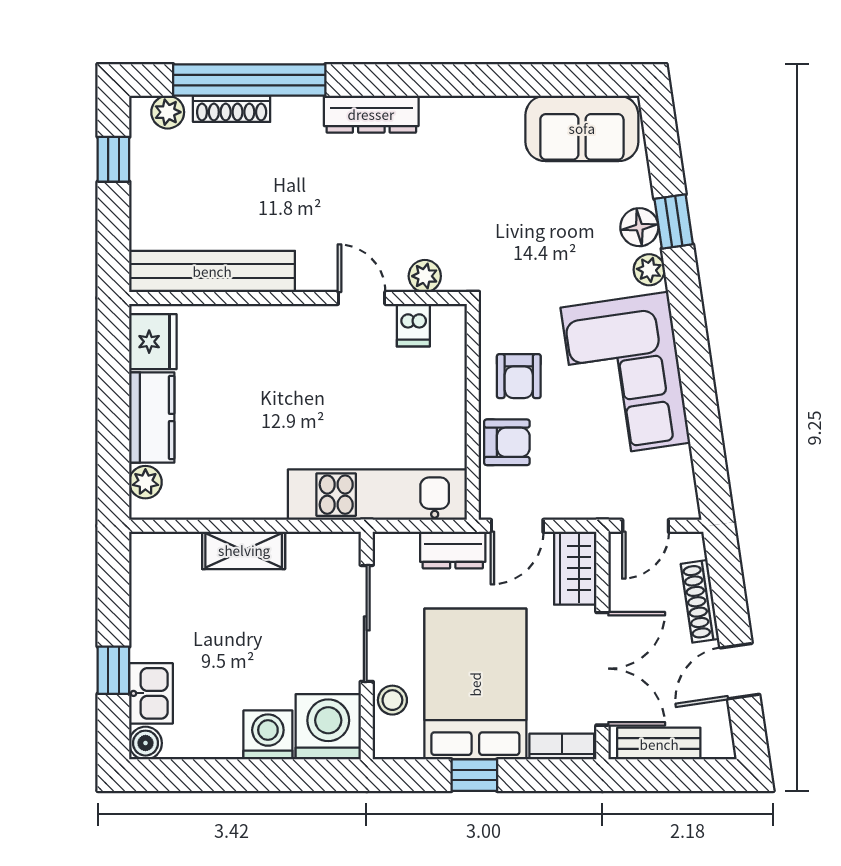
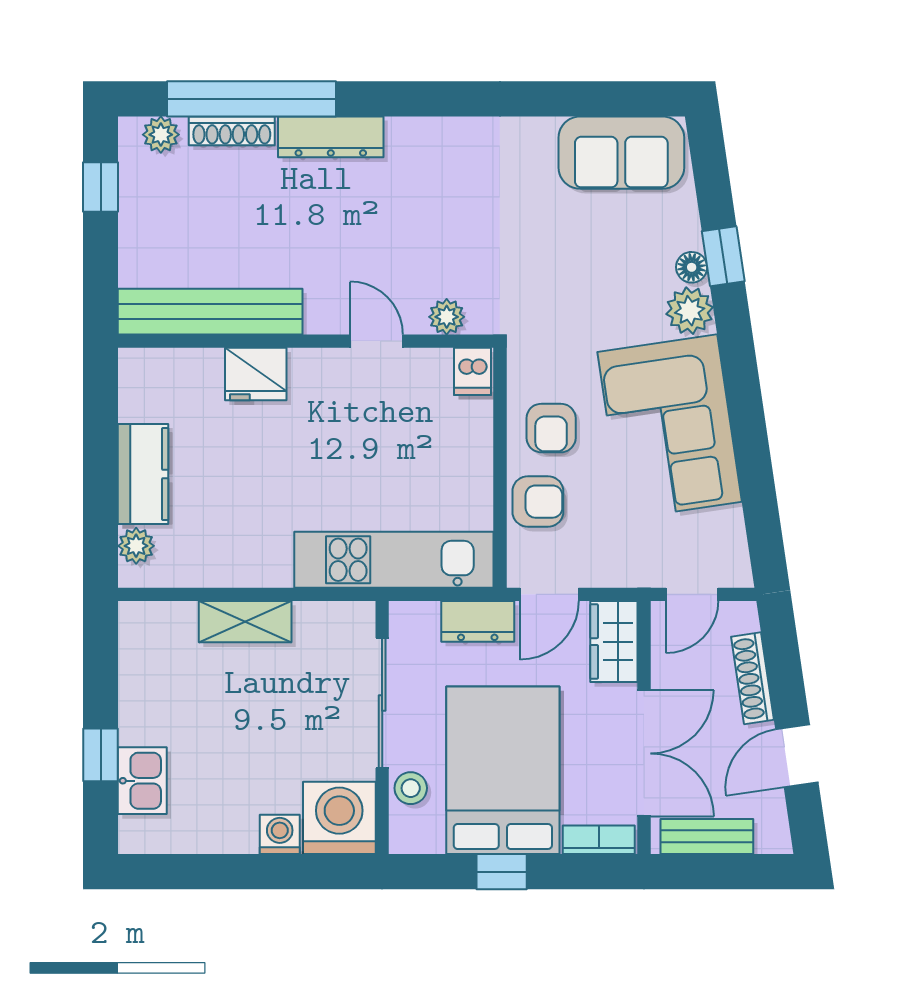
dresser: (371, 114) -> (331, 137), moved
floor lamp: (639, 227) -> (692, 267), width x0.73, depth x0.73
plant: (649, 270) -> (690, 311), width x1.38, depth x1.38
dishwasher: (413, 325) -> (473, 371), moved
fridge: (153, 342) -> (256, 374), moved, turned 90
washing machine: (268, 735) -> (280, 834), width x0.73, depth x0.73
boiler: (146, 743) -> (136, 836), removed

